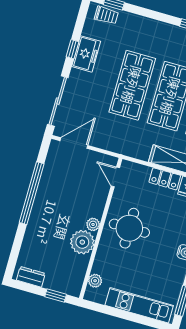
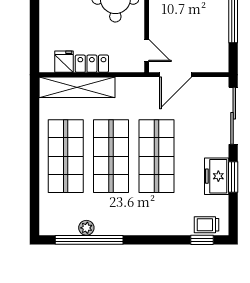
window: (72, 49) -> (233, 177), width x1.50
door: (74, 143) -> (176, 75), moved

